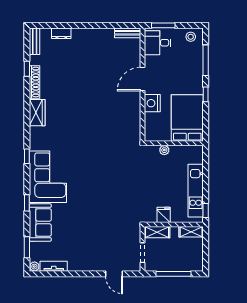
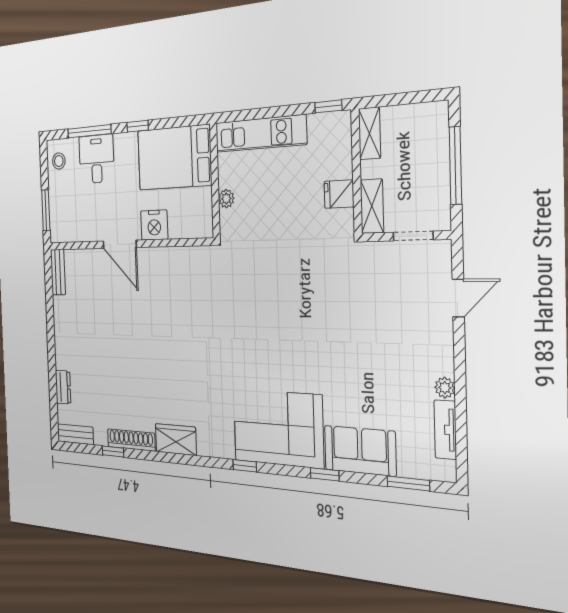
desk: (158, 43) -> (96, 159), moved, turned 180
kitchen unit: (196, 191) -> (260, 134), moved
plant: (34, 267) -> (445, 388), moved

